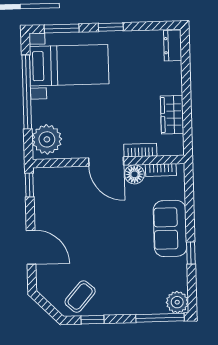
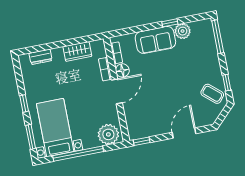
dresser: (173, 45) -> (41, 57), moved
plant: (177, 302) -> (183, 31), moved

